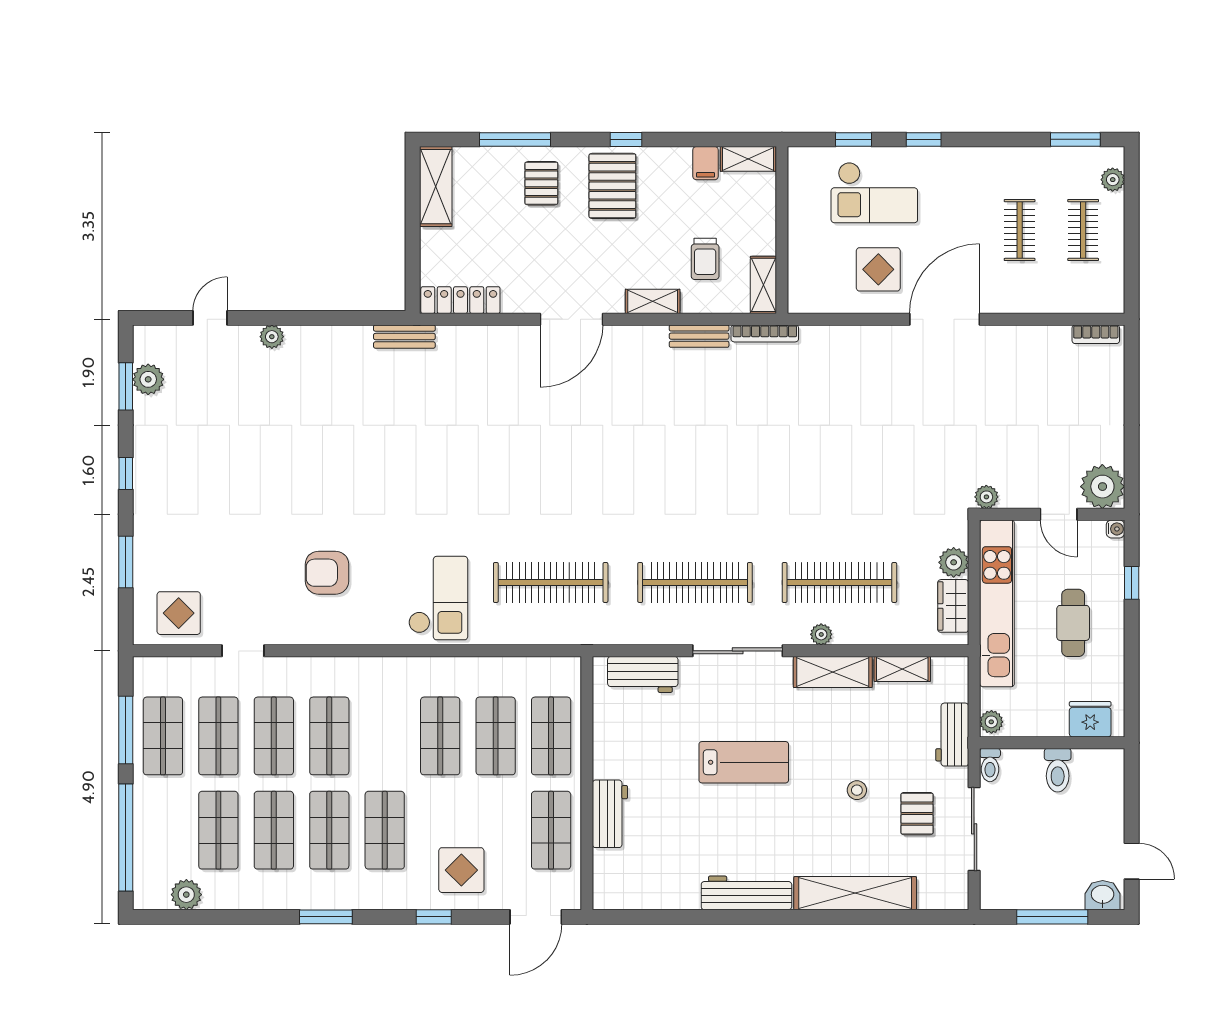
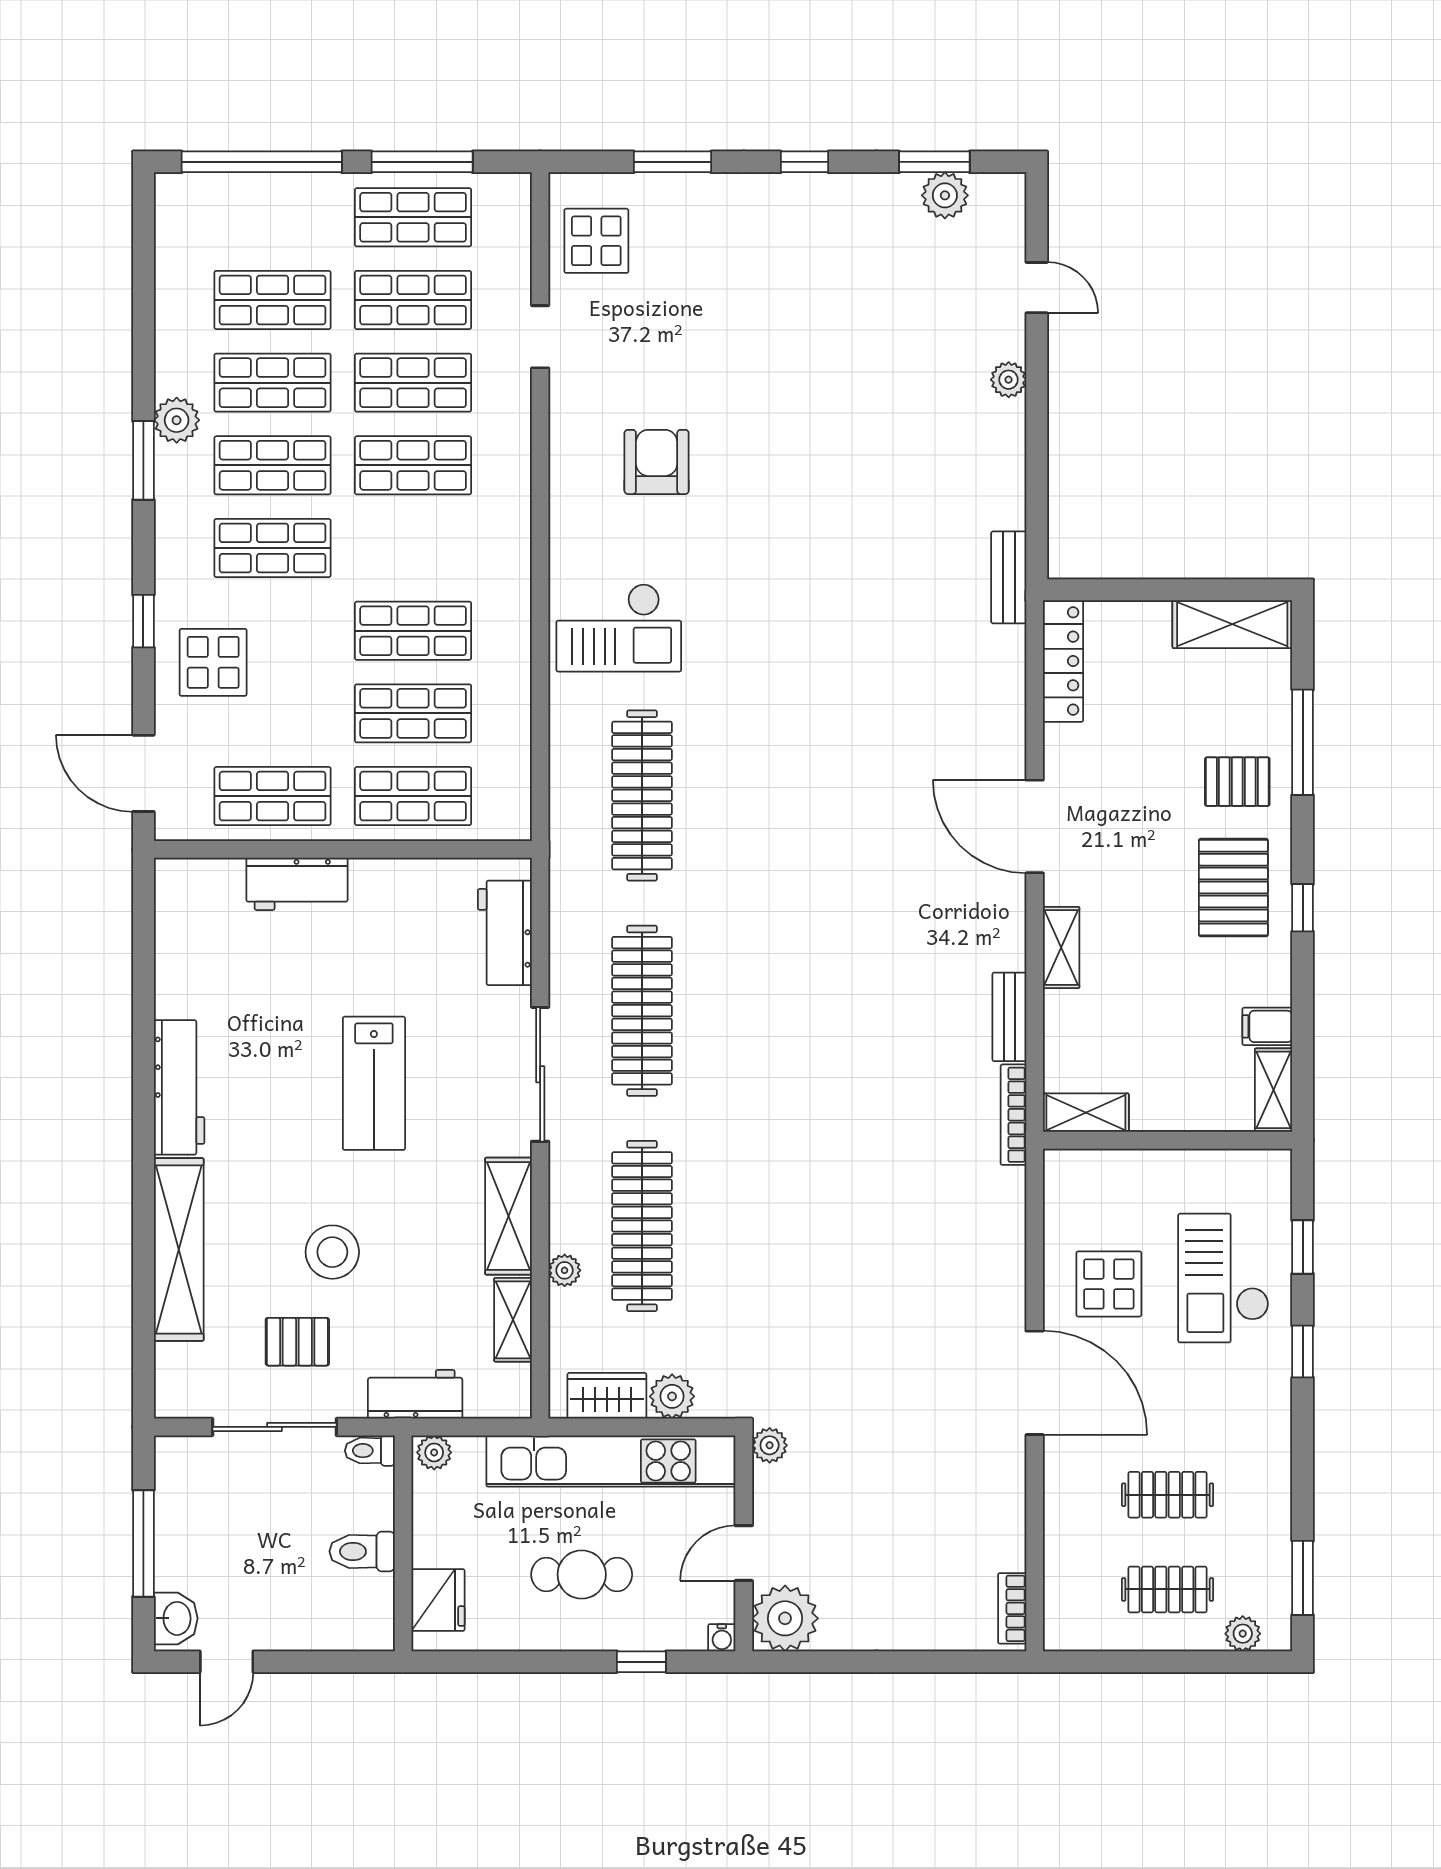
pallet: (612, 186) -> (1233, 888), turned 90
trolley: (705, 259) -> (1125, 1026), removed
plant: (821, 634) -> (565, 1270), moved
stool: (857, 790) -> (332, 1252), width x1.89, depth x1.89
plant: (186, 895) -> (177, 420), moved

